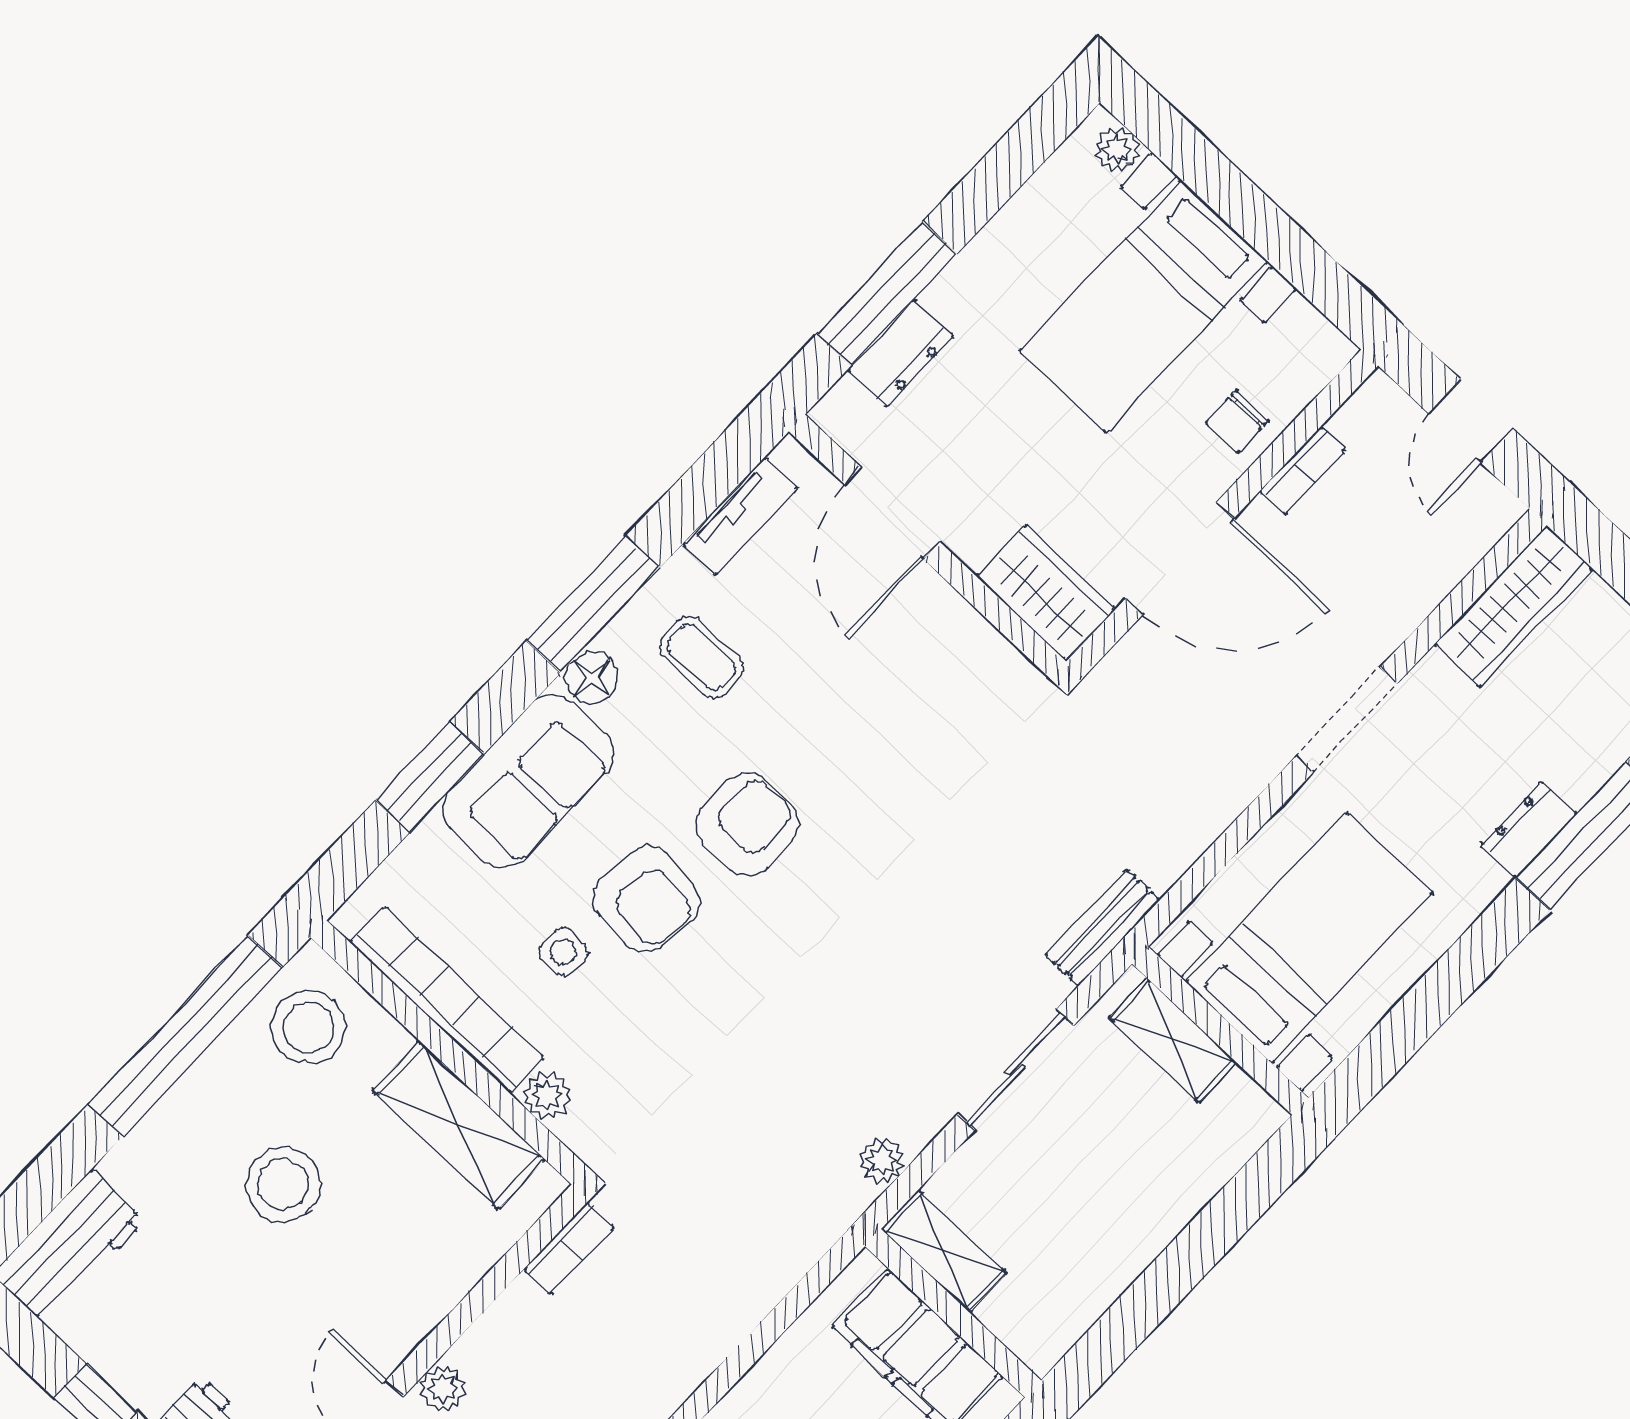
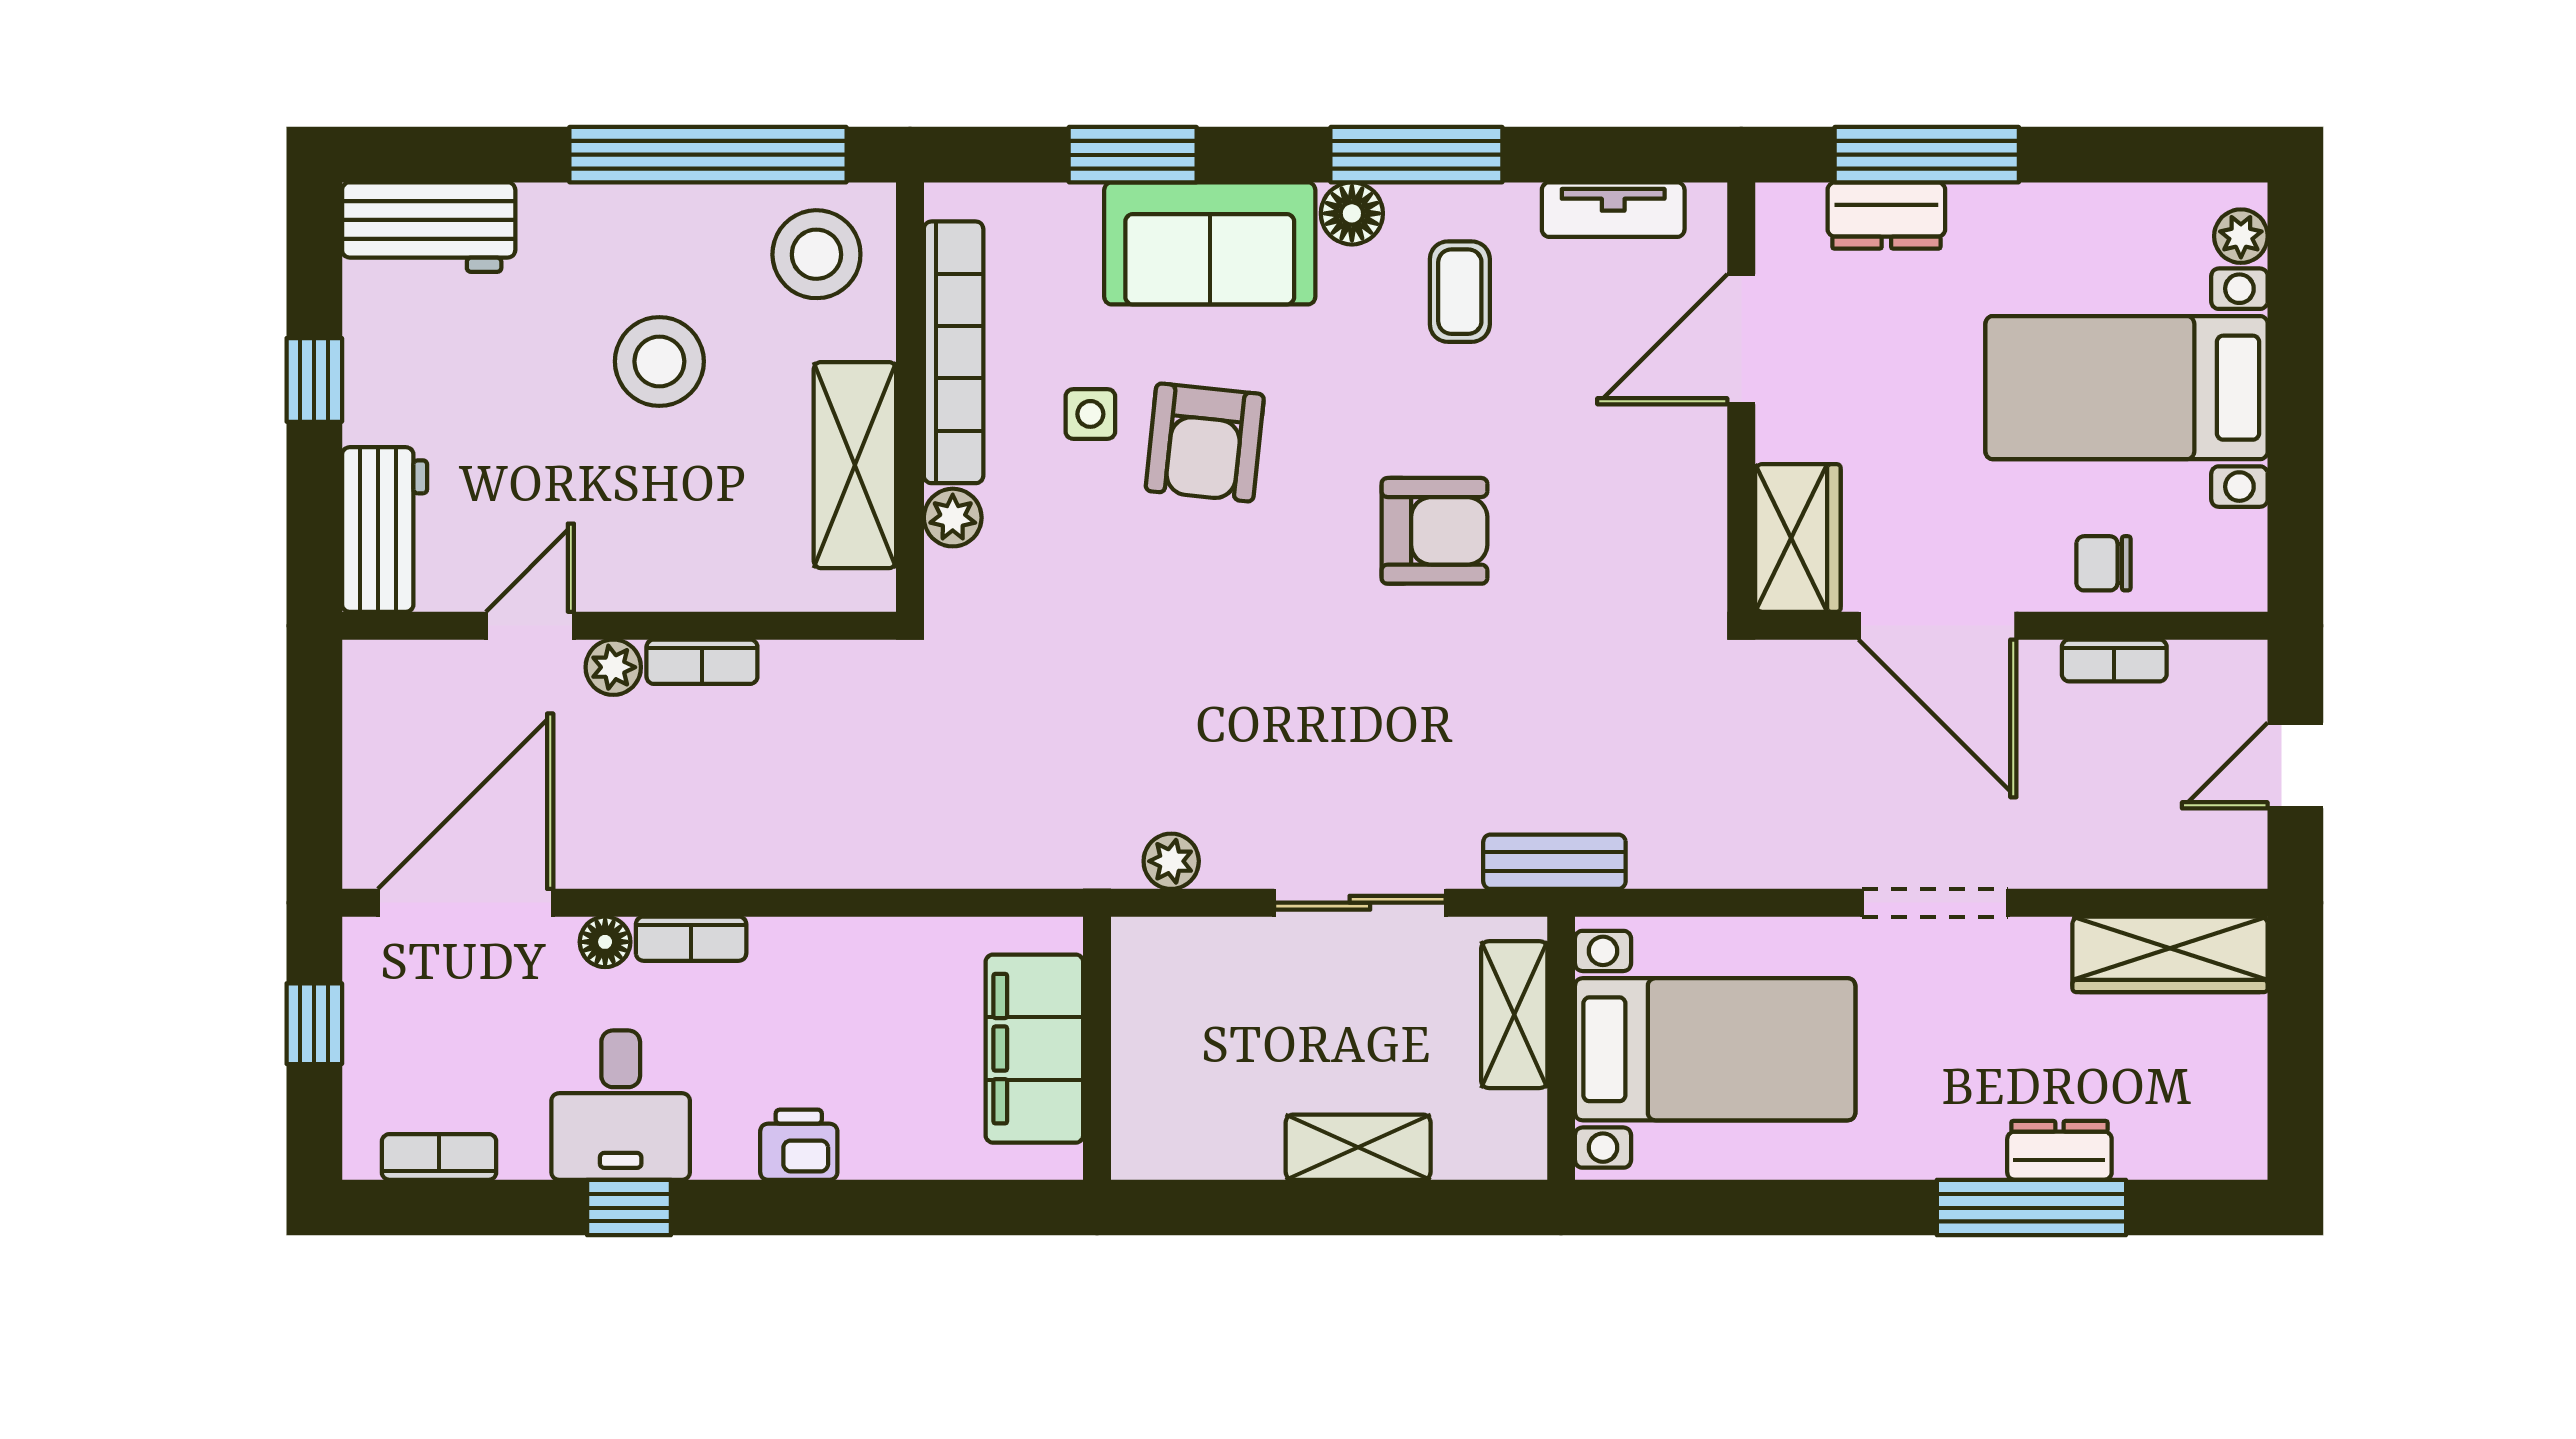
armchair: (747, 824) -> (1434, 531), moved
dresser: (1529, 829) -> (2059, 1150), moved
bookcase: (569, 1248) -> (702, 662), moved
shelving: (944, 1251) -> (1358, 1147), moved, turned 90

